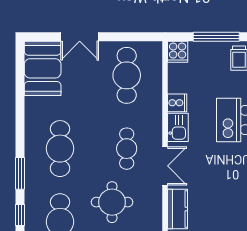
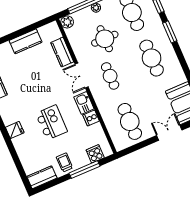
cooker: (178, 52) -> (95, 154), moved

